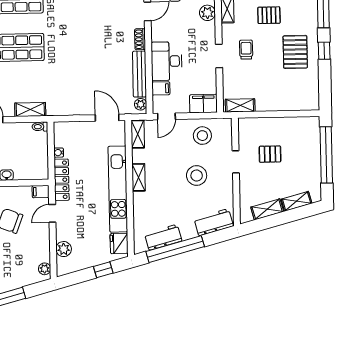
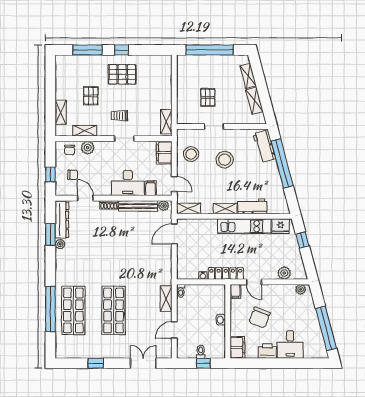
kitchen unit: (118, 189) -> (244, 226), width x0.73
workbench: (163, 237) -> (252, 206), moved, turned 105
window: (175, 249) -> (282, 163), moved

